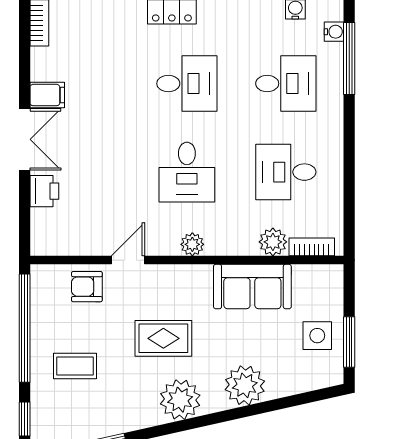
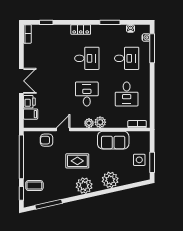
filing cabinet: (47, 95) -> (31, 114), moved
desk: (187, 172) -> (87, 94), turned 180
desk: (286, 172) -> (127, 94), turned -90
plant: (273, 242) -> (100, 122), moved
coffee table: (75, 366) -> (34, 186), moved

